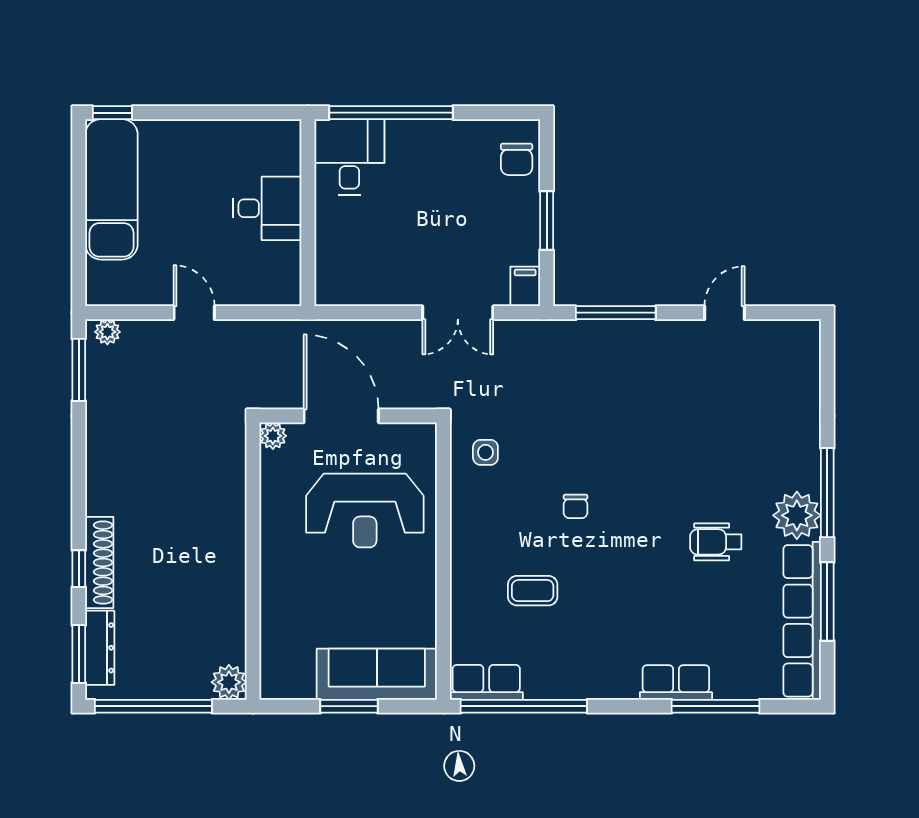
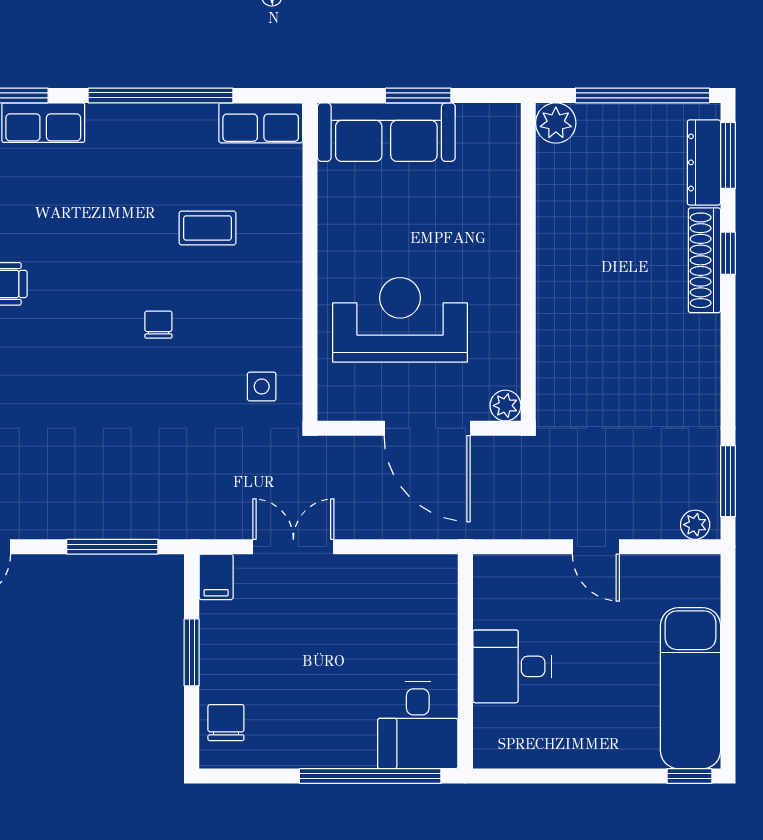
window: (524, 706) -> (161, 95), moved

